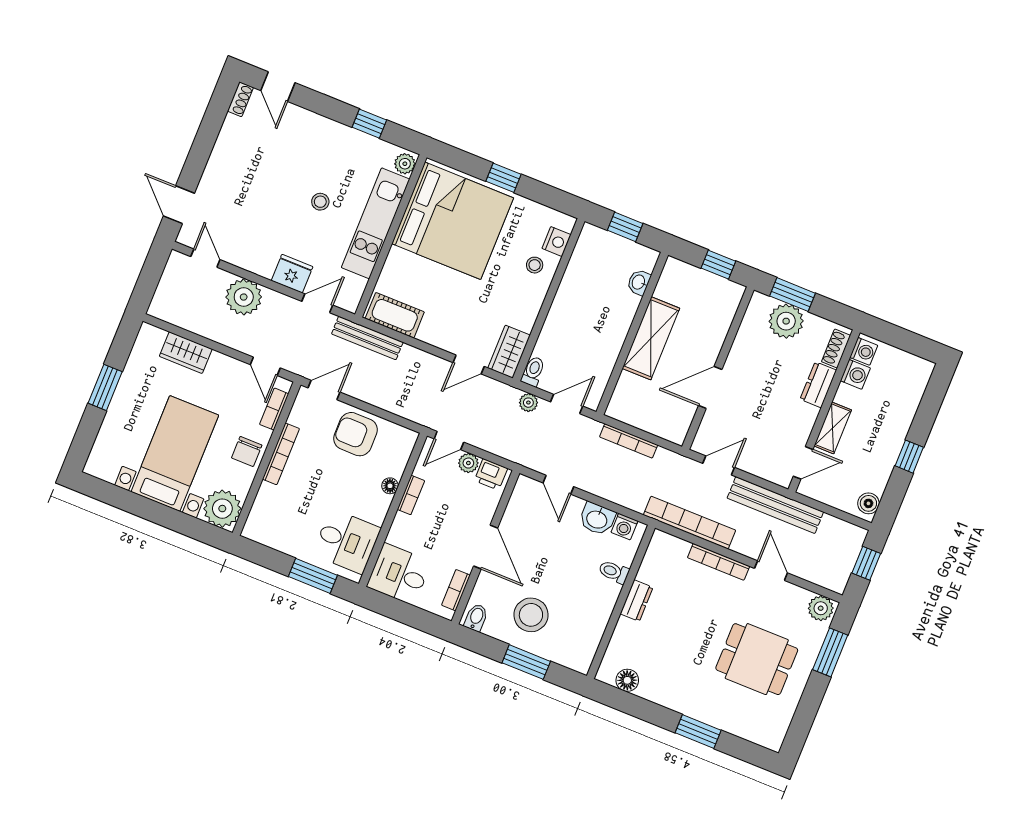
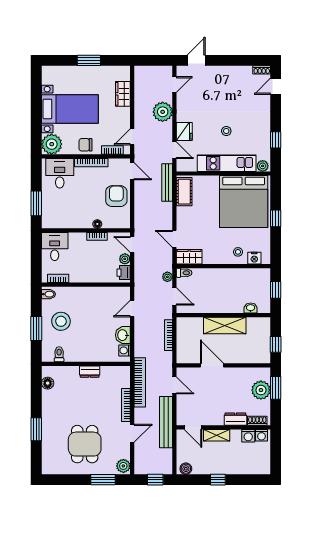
desk: (347, 541) -> (60, 173), moved, turned 180
door: (486, 547) -> (86, 285), removed
toilet: (614, 572) -> (59, 354), moved

